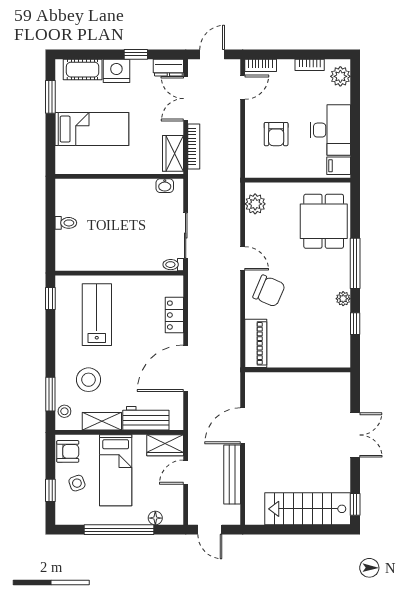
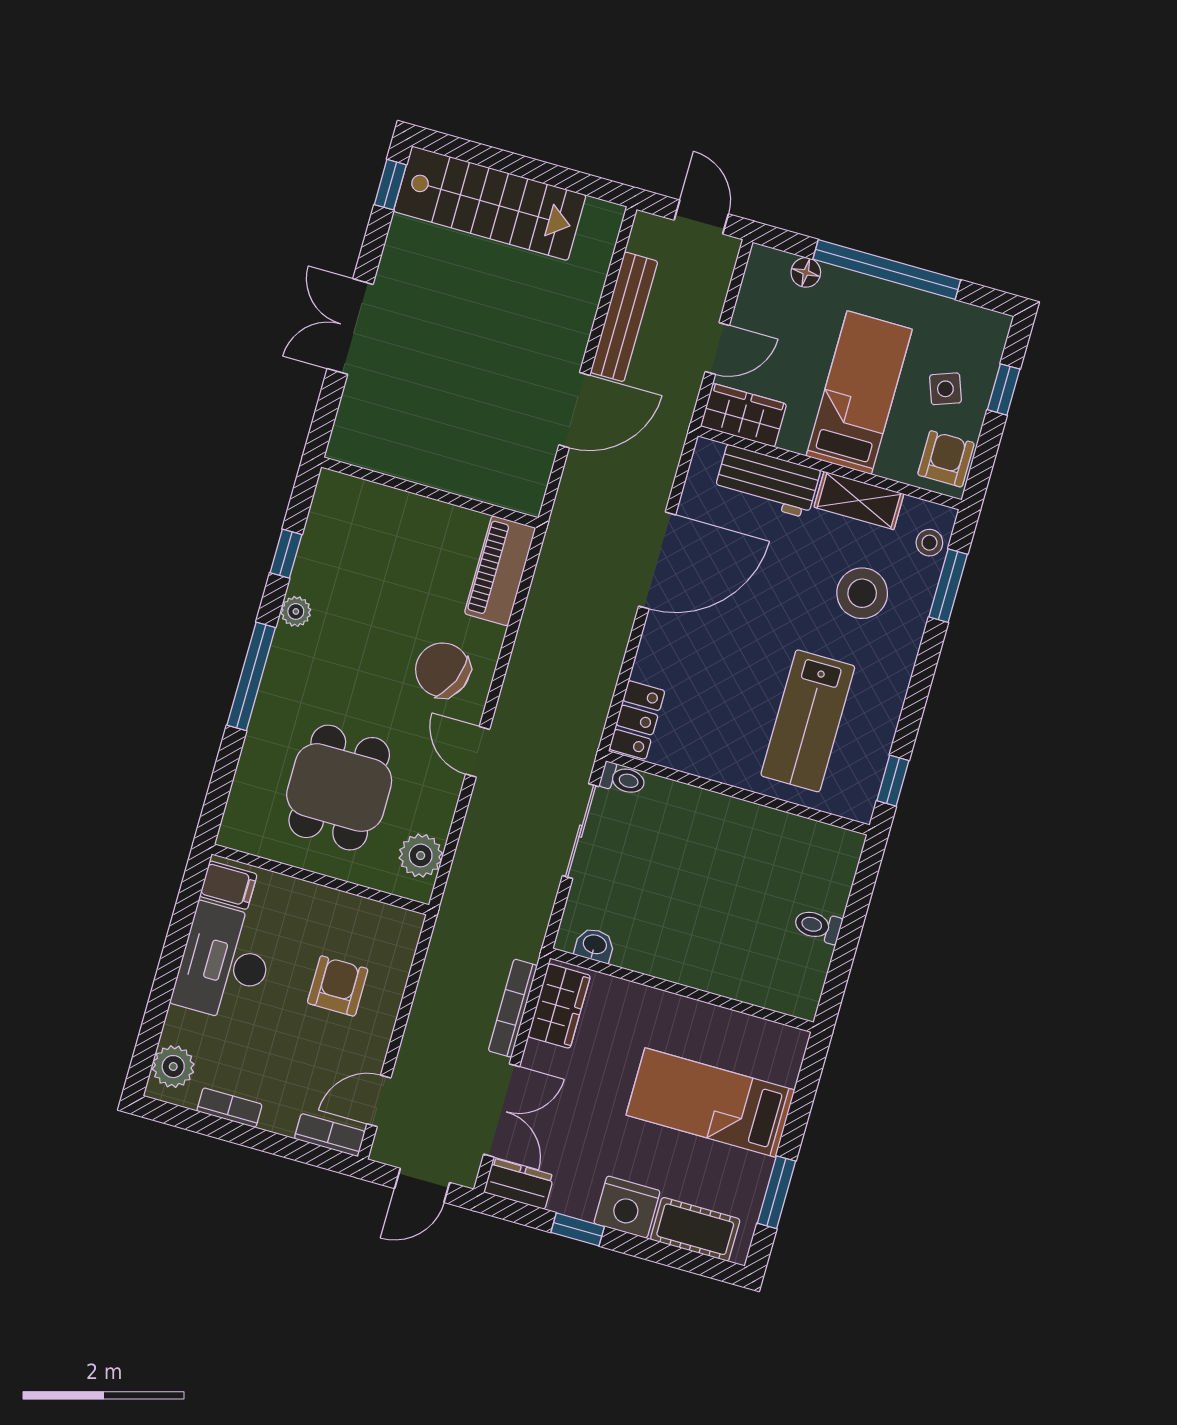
dining table: (324, 221) -> (339, 788), moved
locker: (174, 315) -> (637, 720), moved
armchair: (68, 451) -> (946, 459), turned 90

